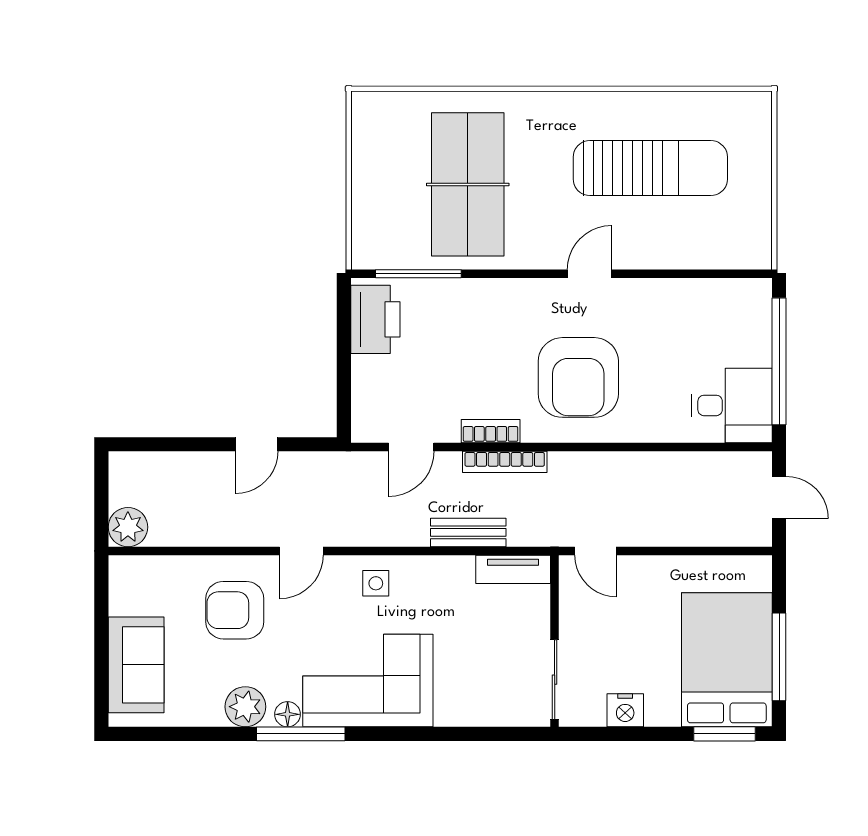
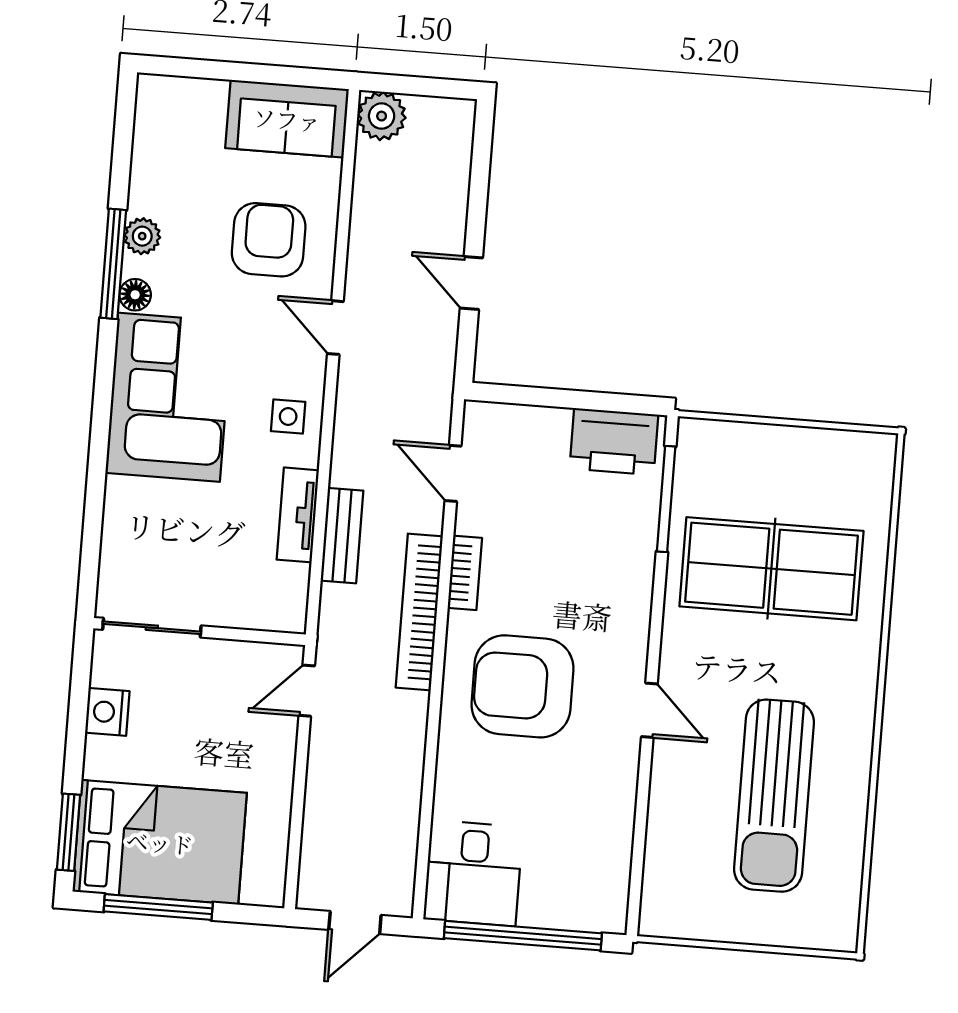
bookcase: (505, 462) -> (419, 612), width x1.48, depth x1.31
tv unit: (513, 569) -> (298, 515), moved
sofa: (136, 665) -> (287, 119), moved
plant: (245, 707) -> (142, 236), width x0.73, depth x0.73
window: (301, 734) -> (113, 264), moved

